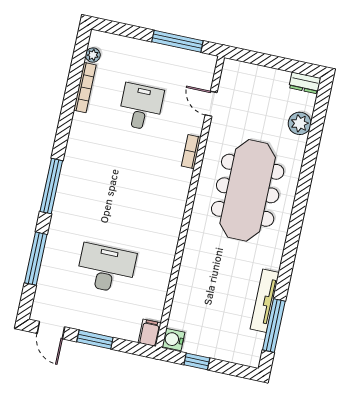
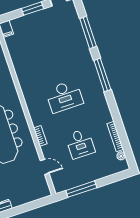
desk: (106, 269) -> (64, 96), moved

